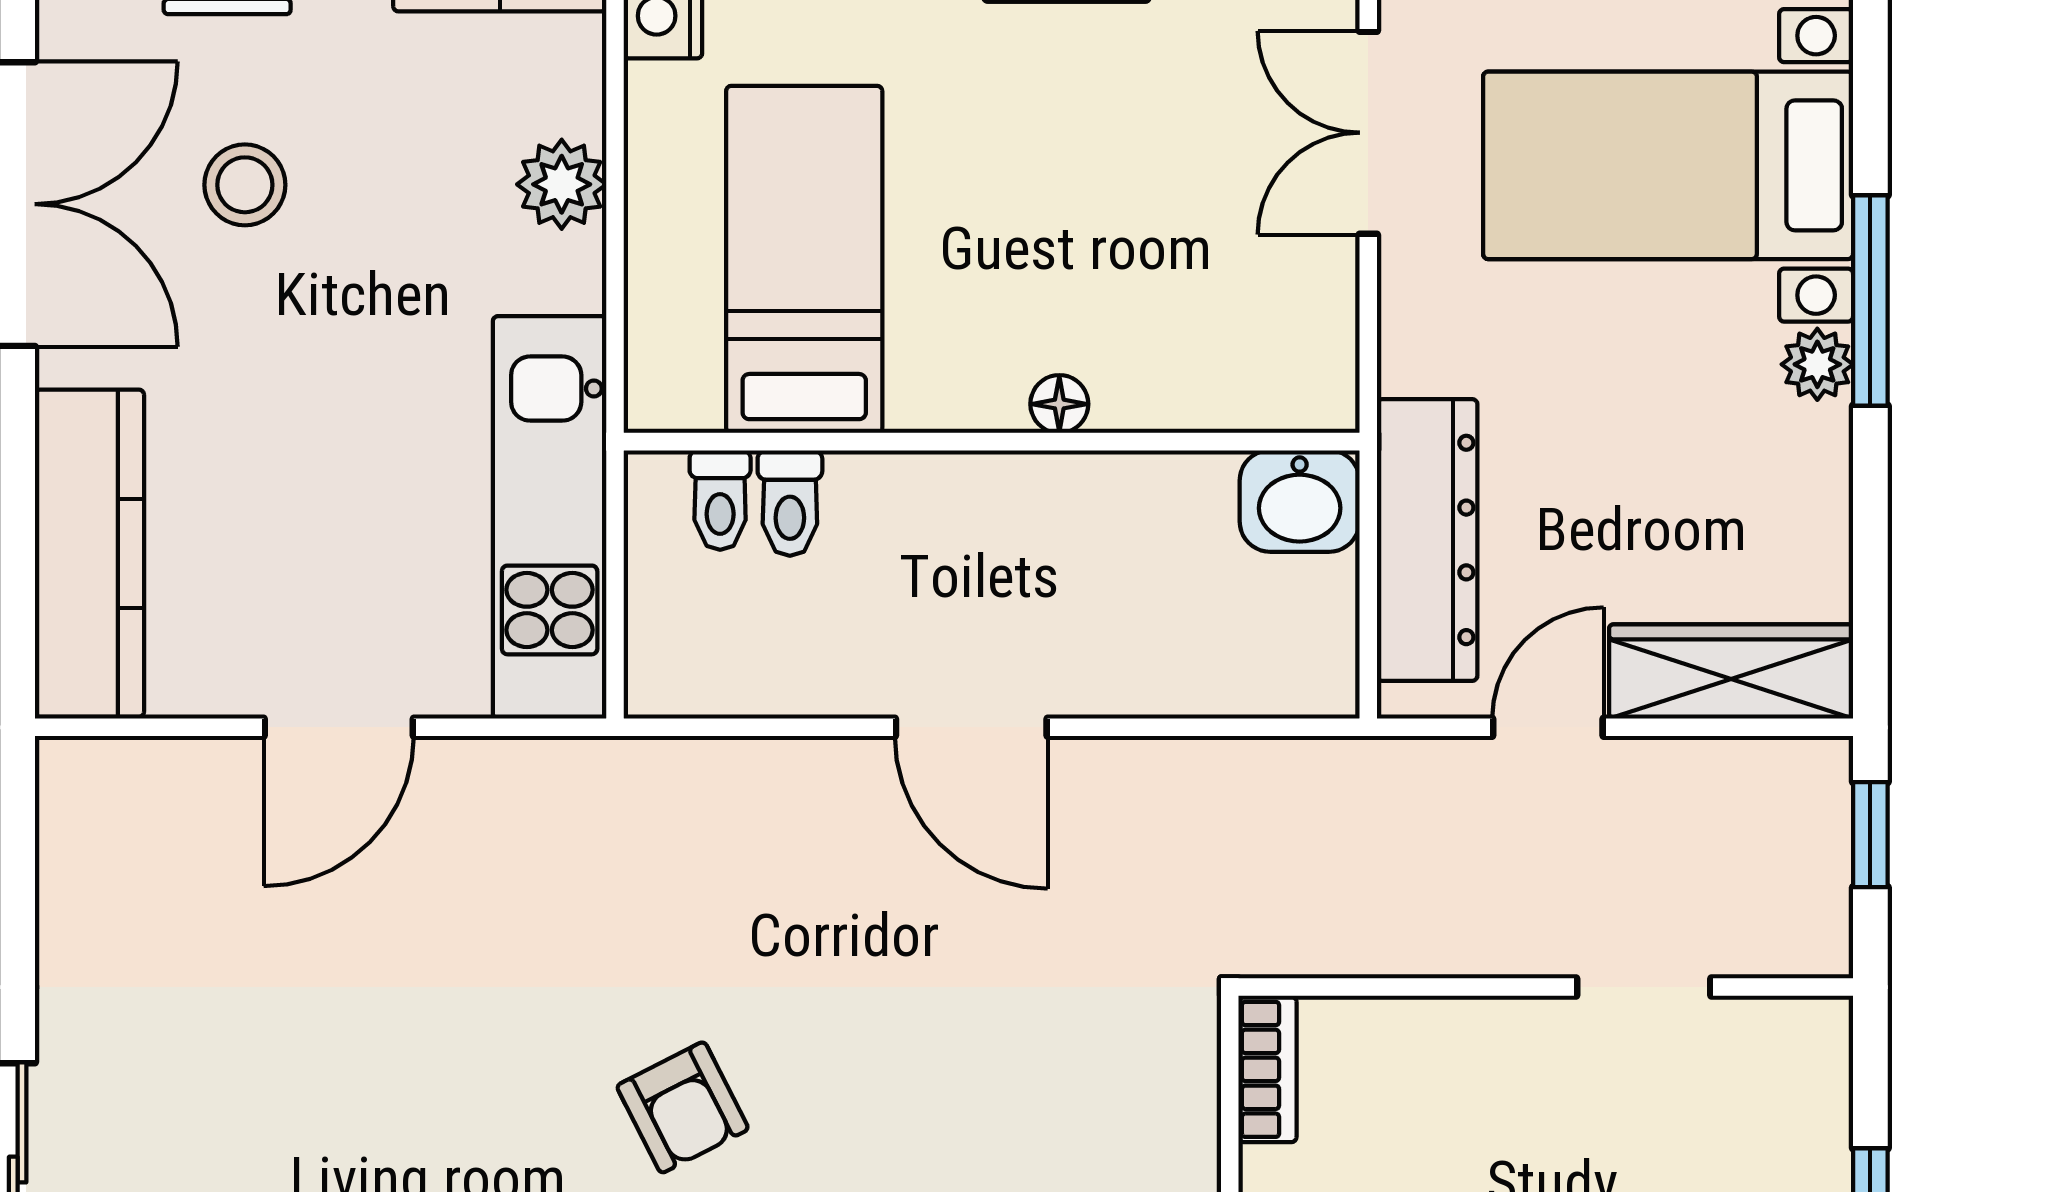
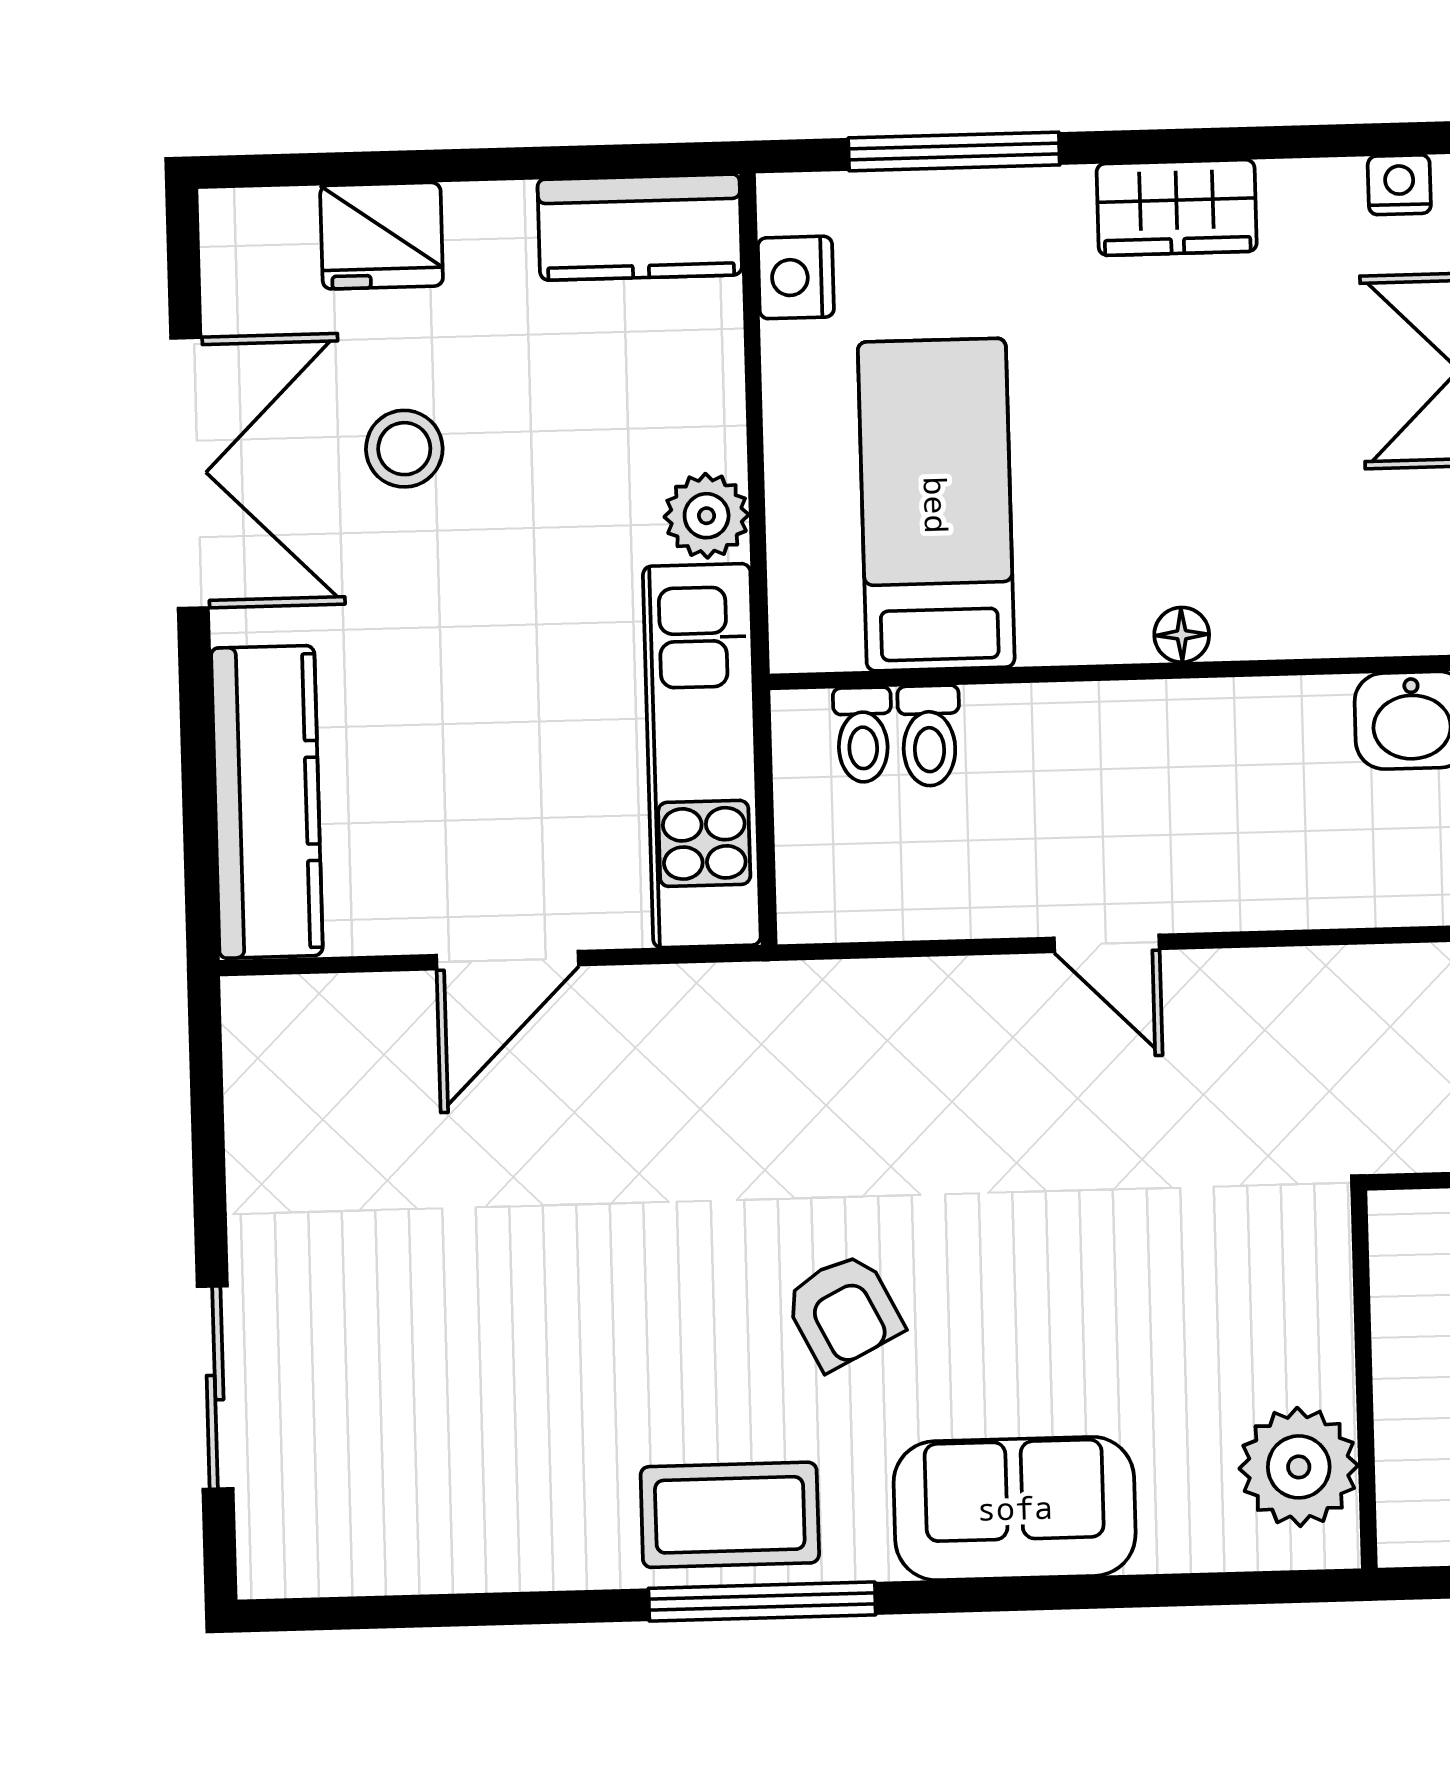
plant: (562, 184) -> (707, 516), moved
door: (971, 727) -> (1107, 943), width x0.73
bookcase: (1267, 1069) -> (1396, 1260), removed

